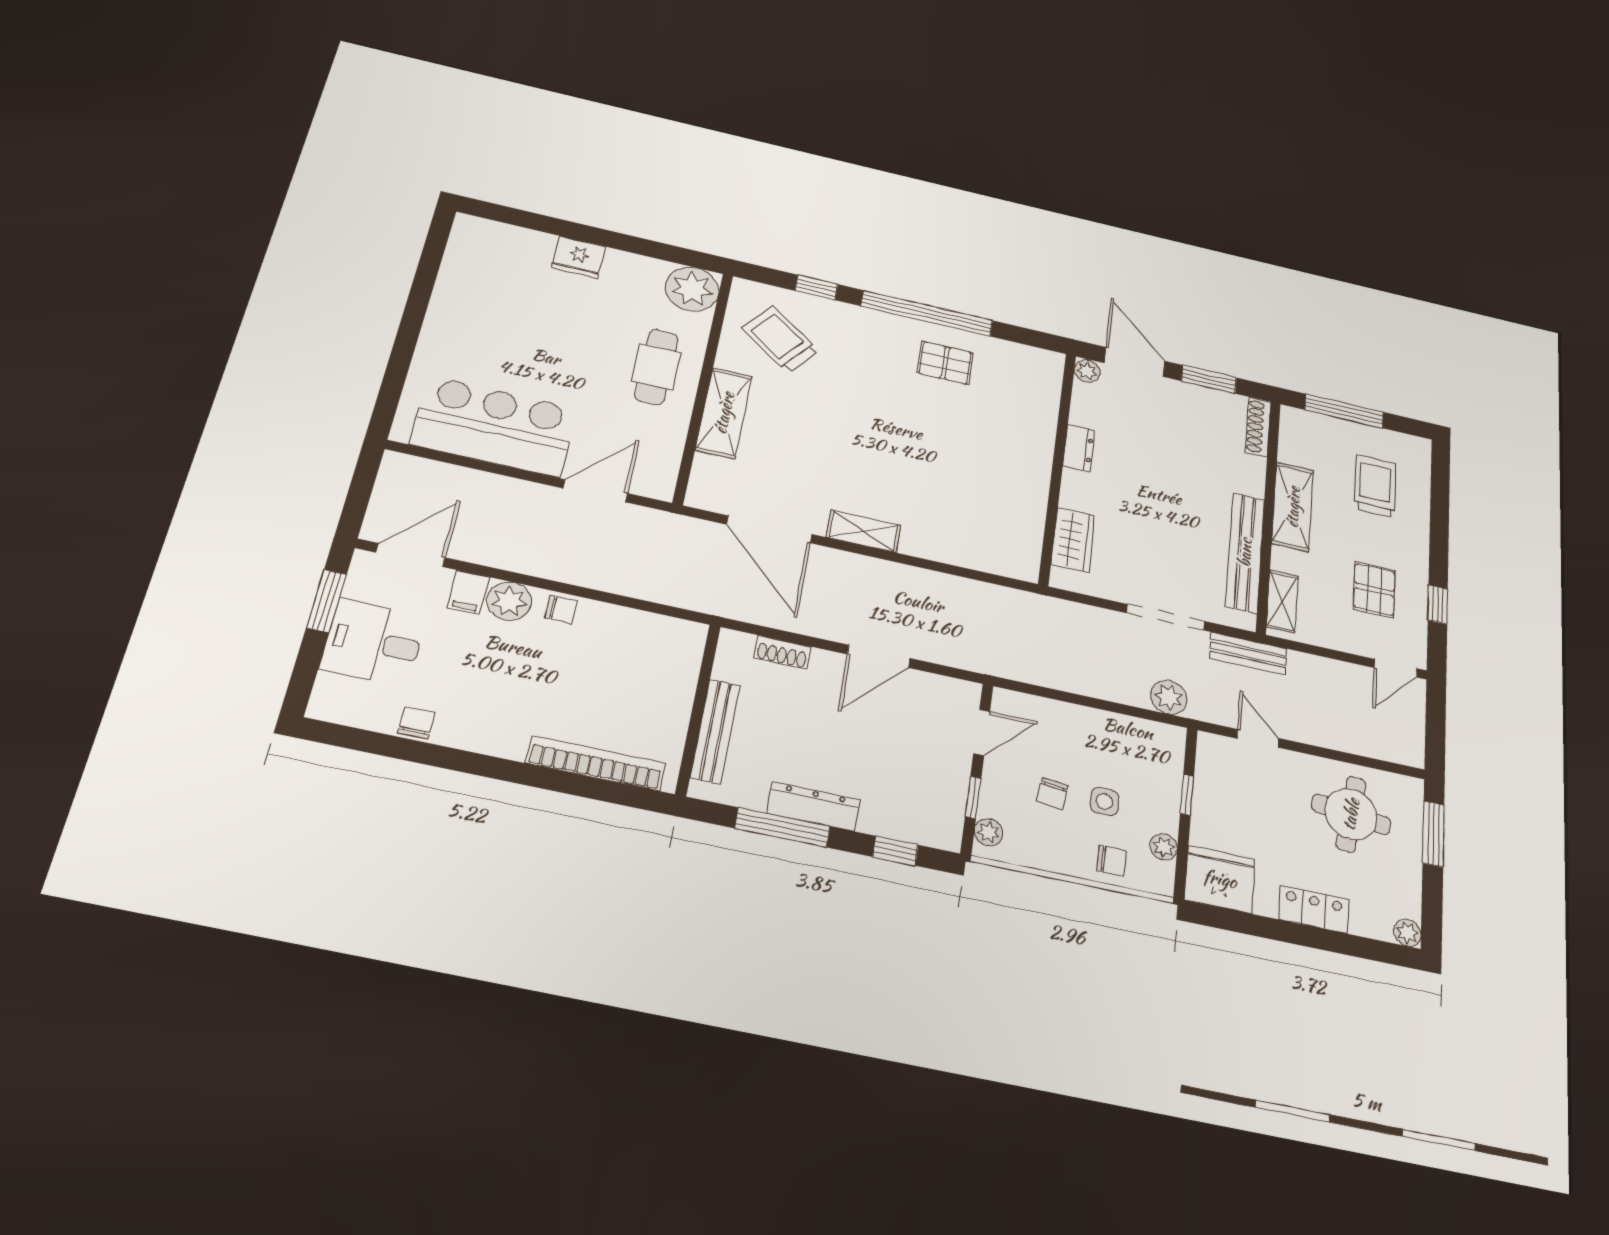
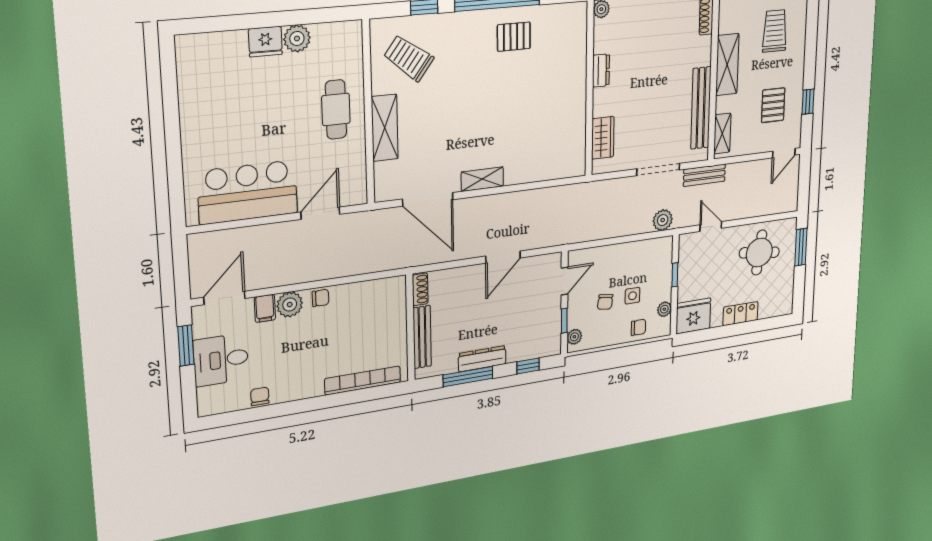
plant: (692, 289) -> (297, 38), moved, width x0.73, depth x0.73
shoe rack: (782, 652) -> (420, 289), moved, turned -90
plant: (1407, 933) -> (786, 308), removed

